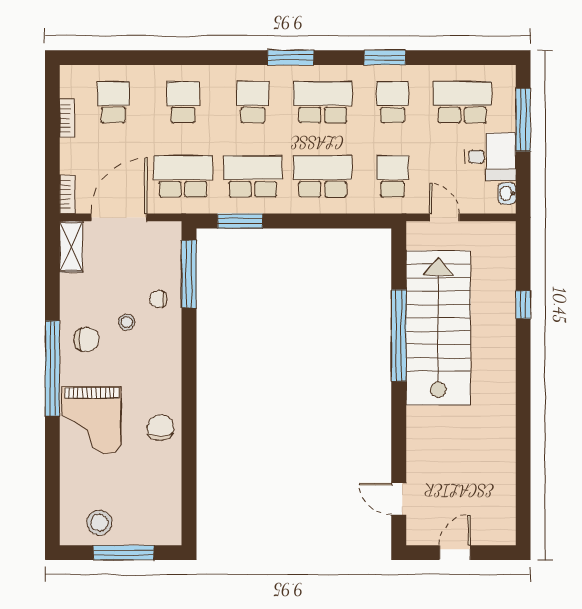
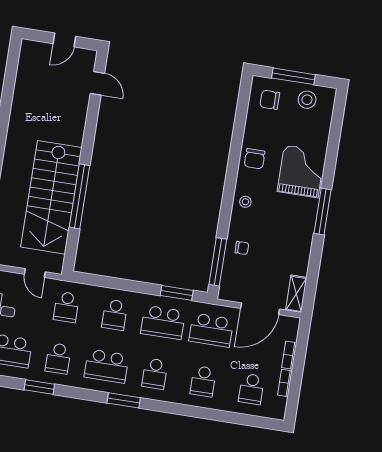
window: (385, 58) -> (39, 387), moved
school desk: (323, 176) -> (115, 315), width x0.54
bookcase: (67, 194) -> (289, 355), moved
stool: (127, 322) -> (245, 202), moved
chair: (87, 339) -> (270, 100), moved
window: (52, 368) -> (323, 212), width x0.68

